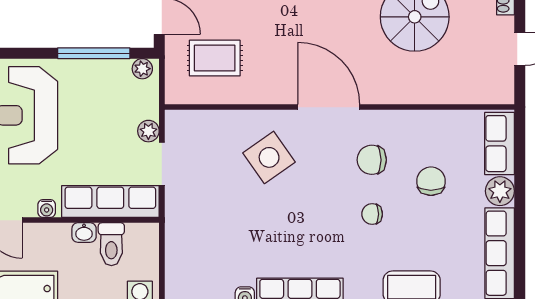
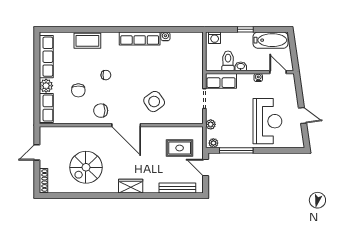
plant: (148, 131) -> (211, 124), moved
chair: (372, 160) -> (101, 111), moved, turned 180
row of seats: (110, 202) -> (221, 81), width x0.68

